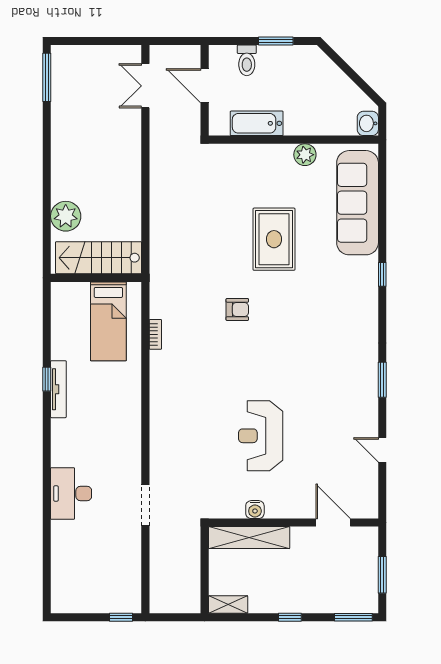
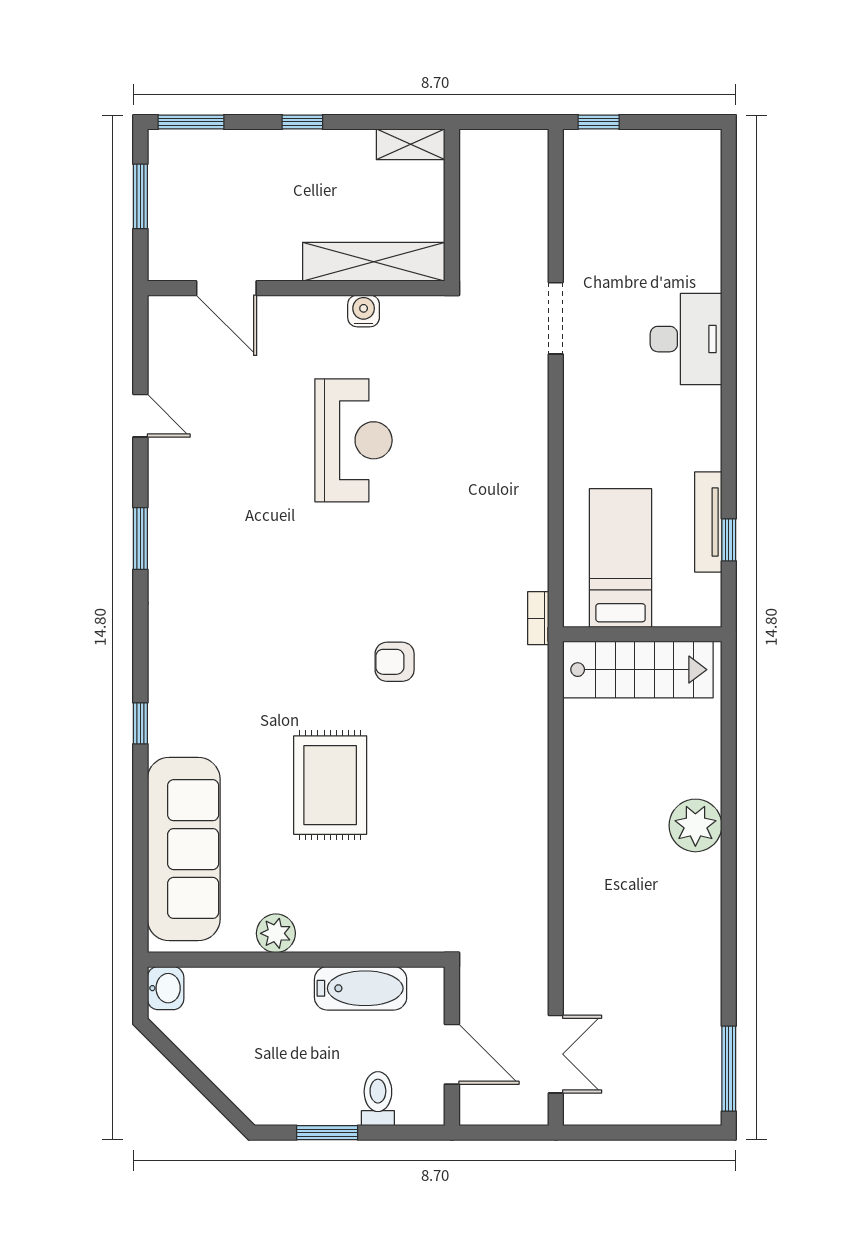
stairs: (99, 258) -> (638, 670), moved
wall: (96, 278) -> (642, 634), moved
bed: (108, 321) -> (621, 558), moved

